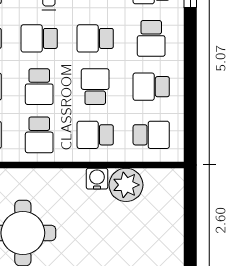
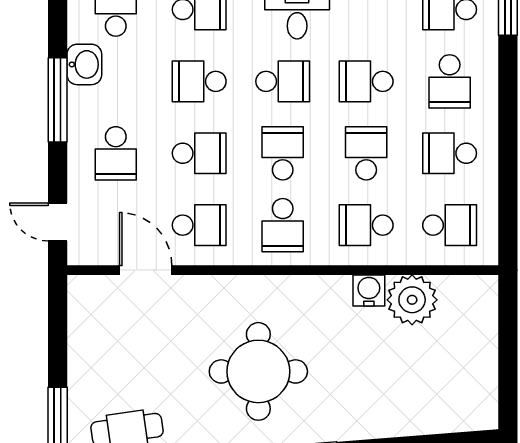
school desk: (39, 38) -> (283, 81), turned 180
school desk: (39, 87) -> (283, 153), turned 180

